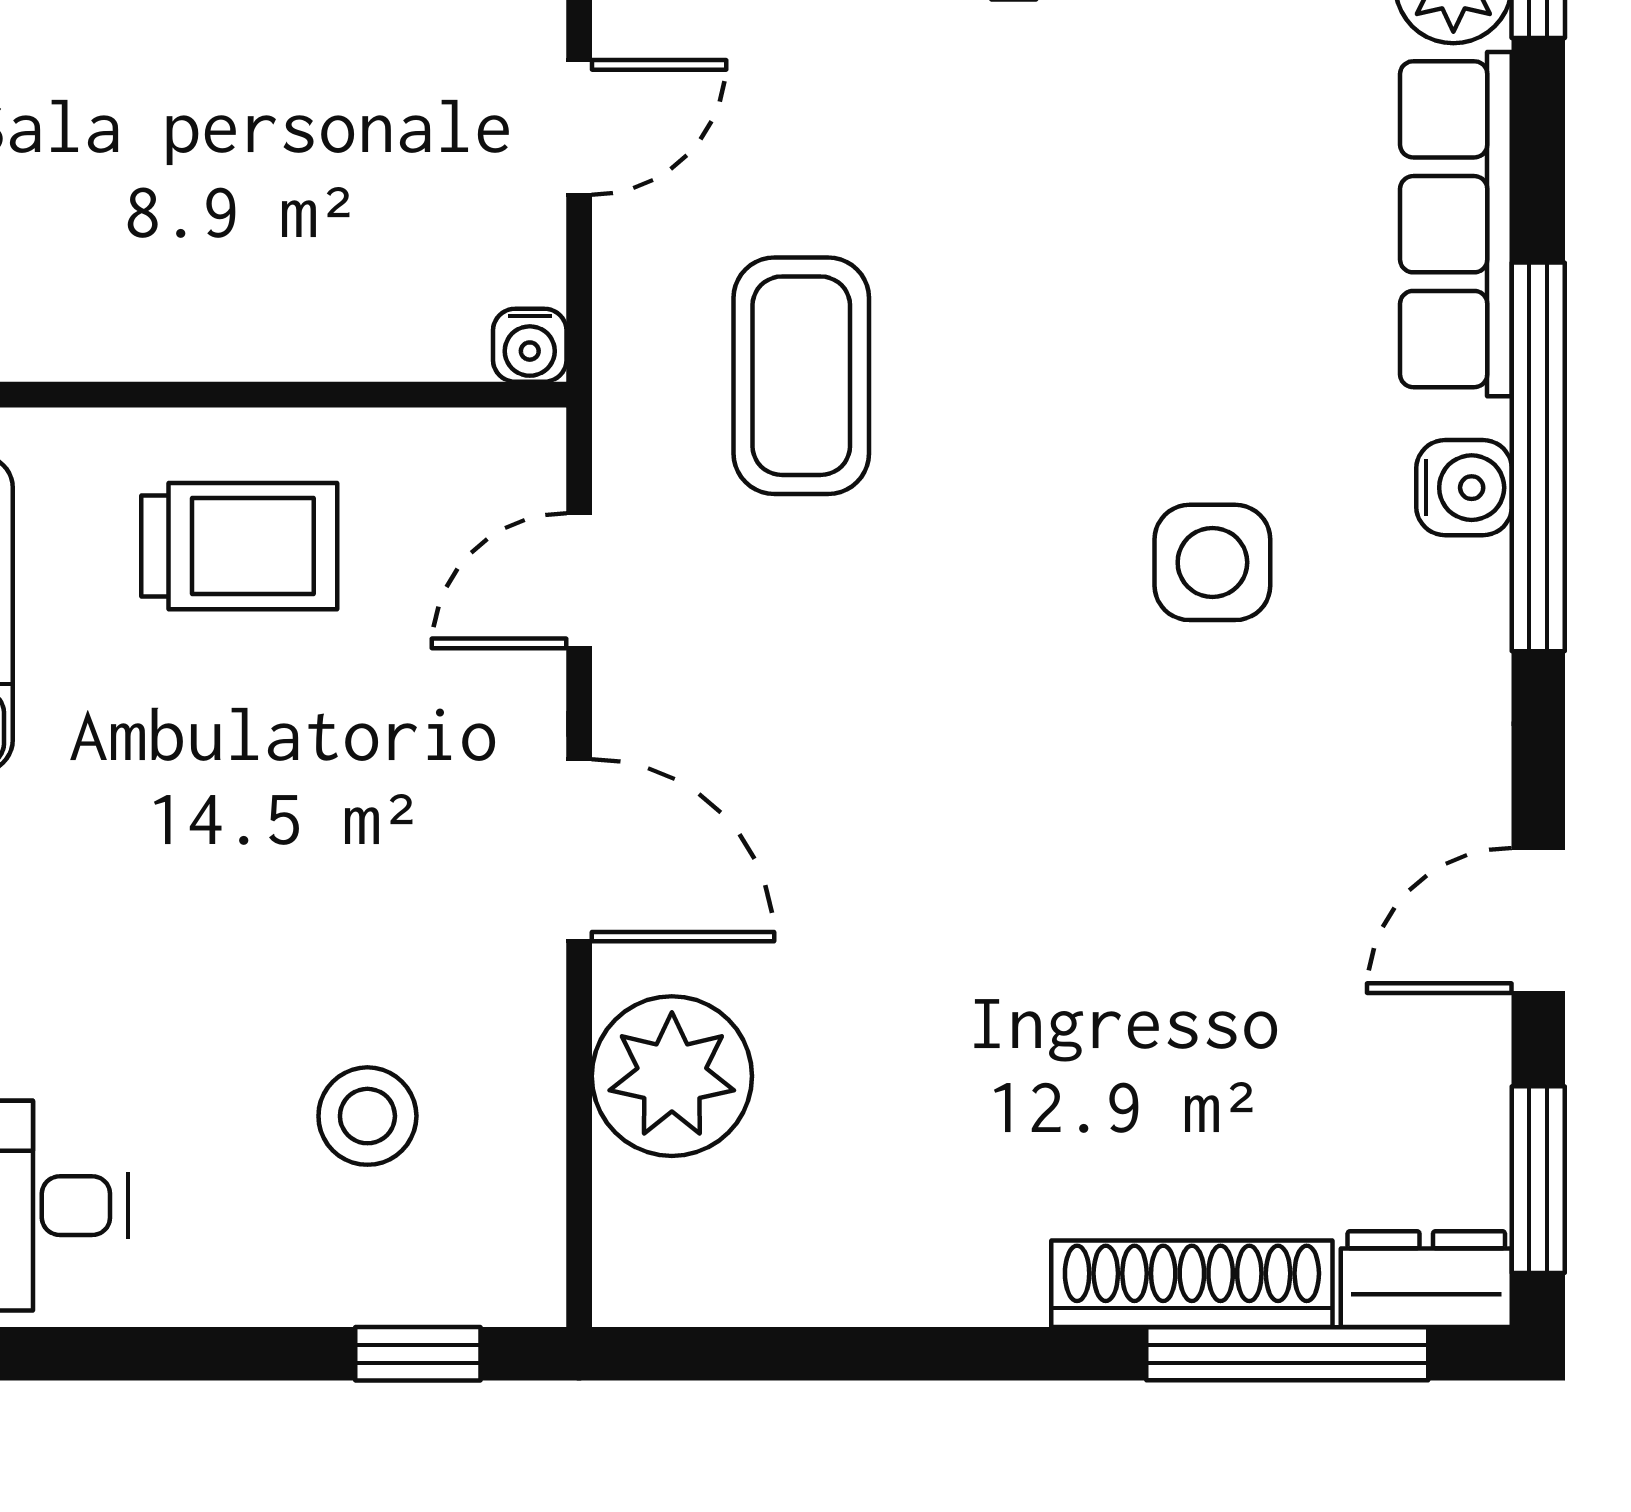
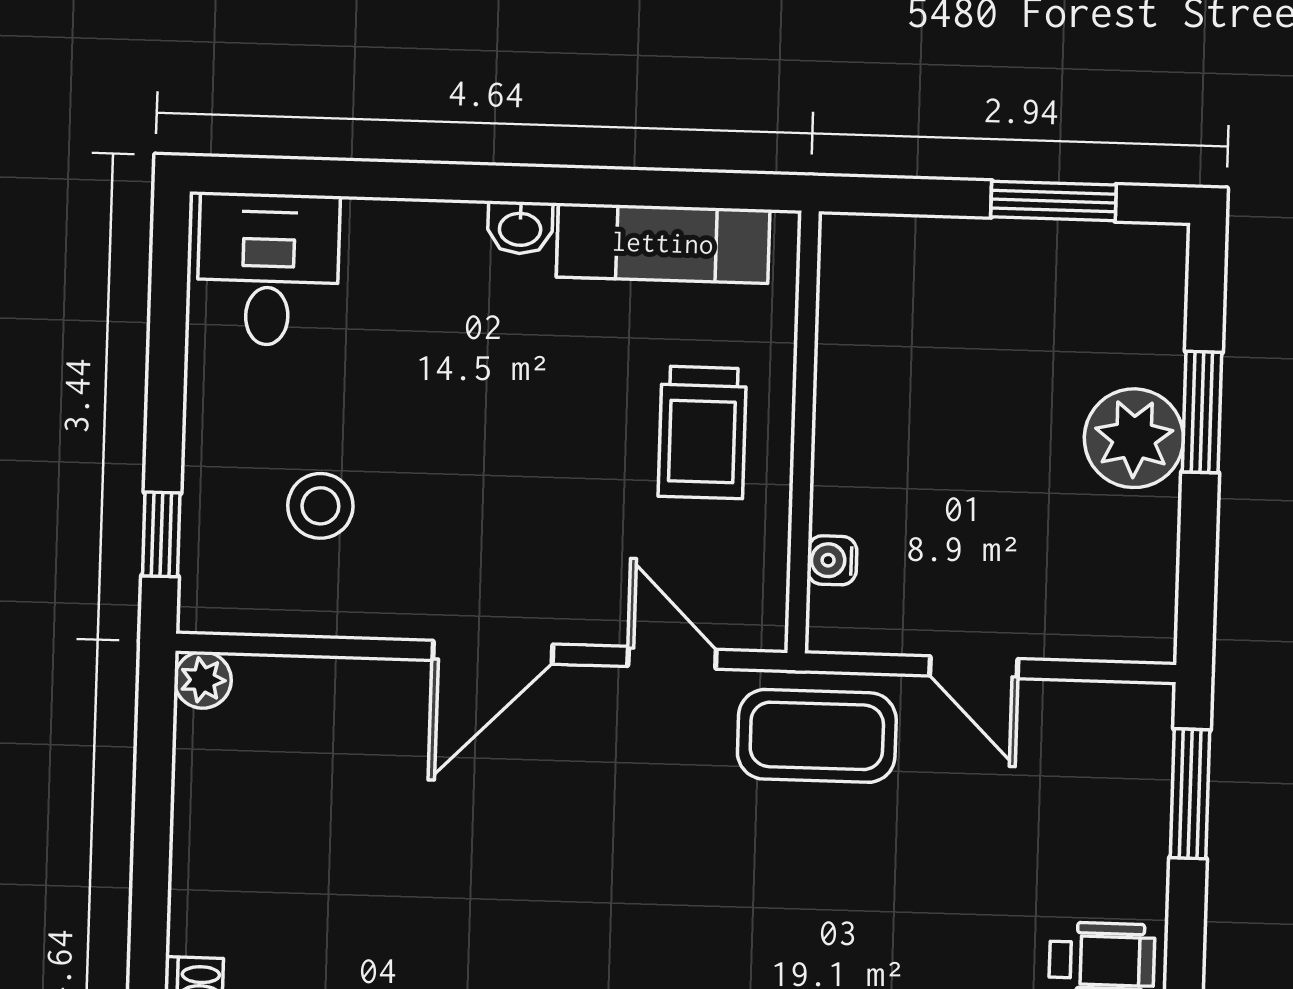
water cooler: (530, 345) -> (832, 560), moved
coffee table: (801, 376) -> (817, 736), moved
plant: (672, 1076) -> (203, 680), moved, width x0.53, depth x0.53

